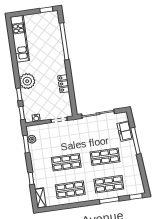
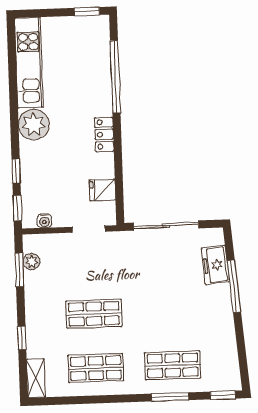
plant: (27, 81) -> (34, 125), moved
locker: (64, 84) -> (104, 134), moved
fridge: (64, 99) -> (103, 190), added
shop shelf: (105, 157) -> (171, 311), removed

